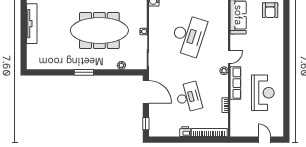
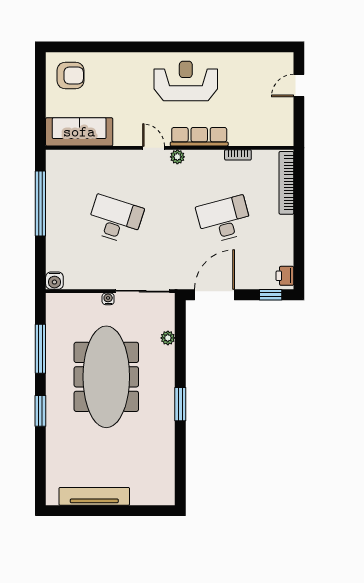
desk: (189, 35) -> (115, 220), width x0.73, depth x0.77
reception desk: (263, 93) -> (186, 81), moved
printer: (185, 132) -> (285, 276), moved

